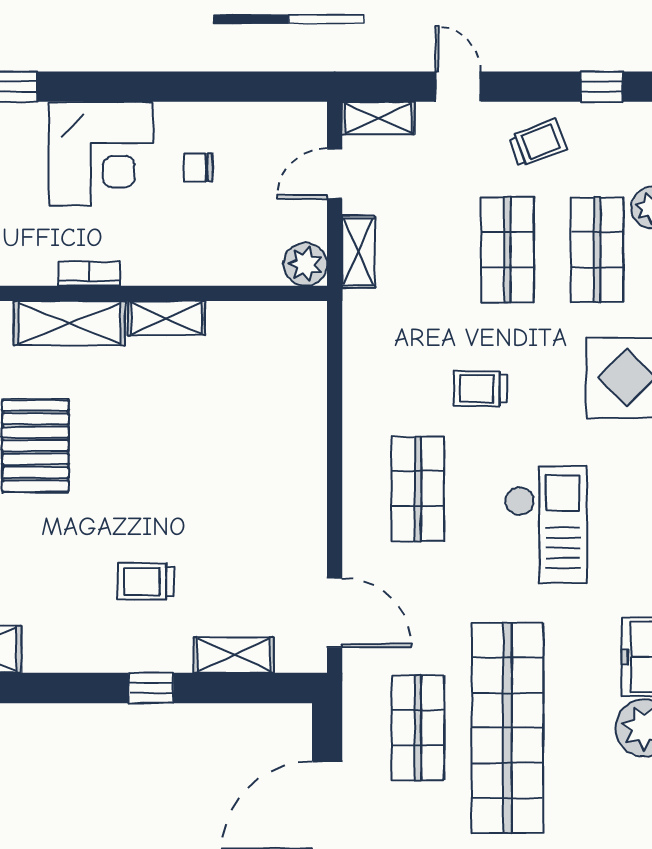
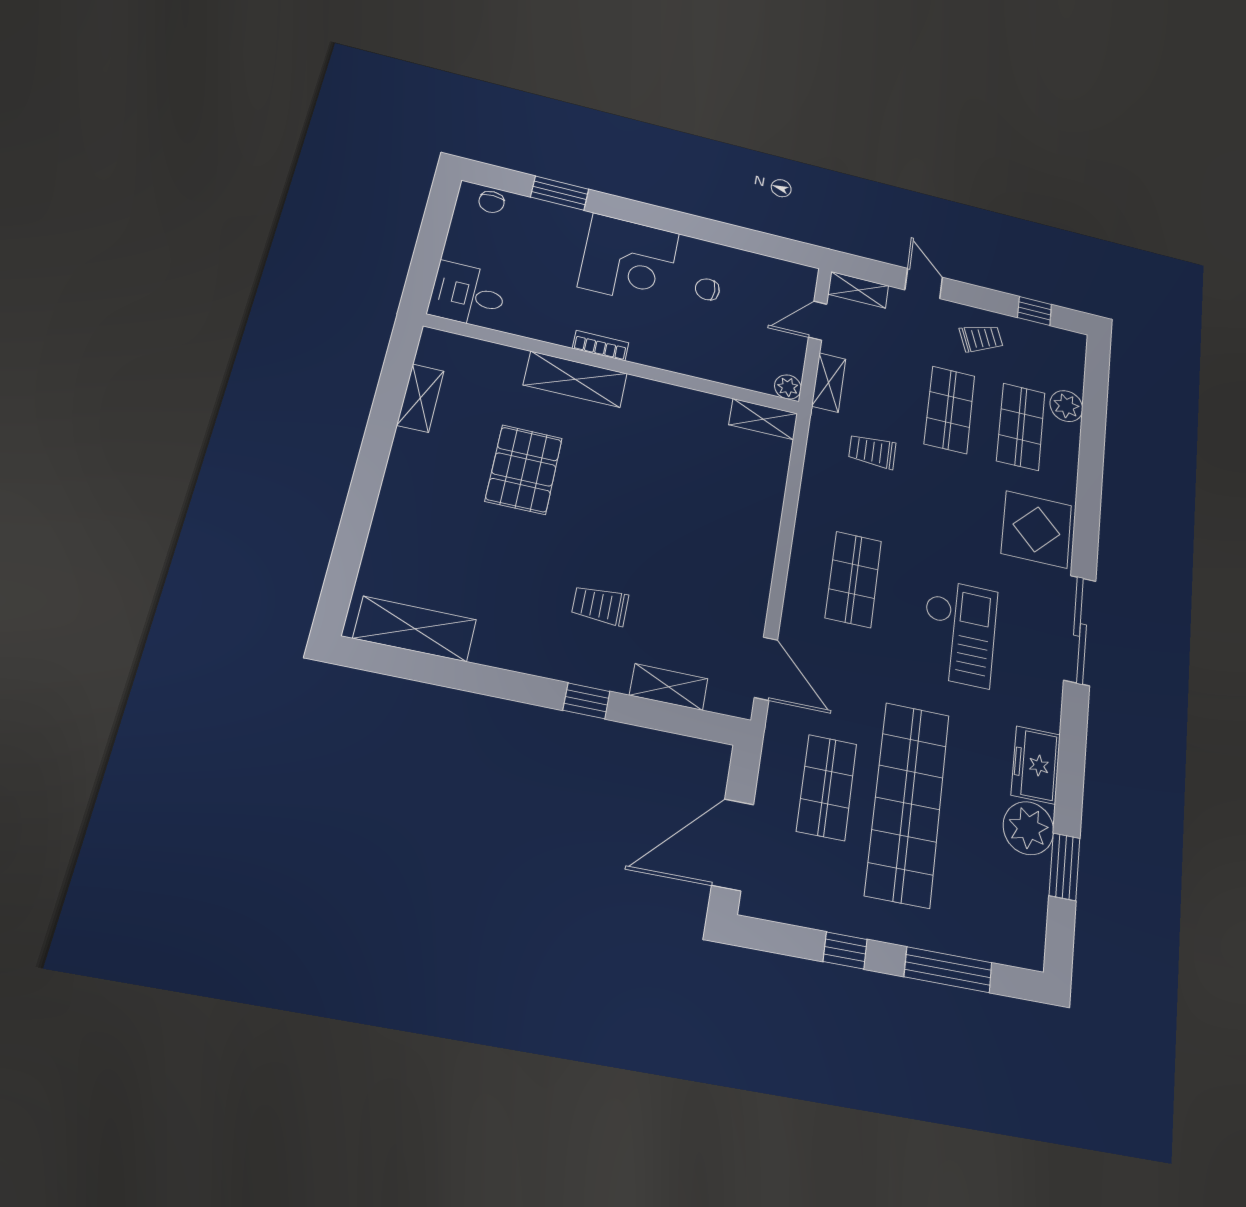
plant: (305, 264) -> (788, 387), width x0.73, depth x0.73
shelving: (166, 318) -> (763, 419), moved
trolley: (480, 389) -> (872, 451), moved

